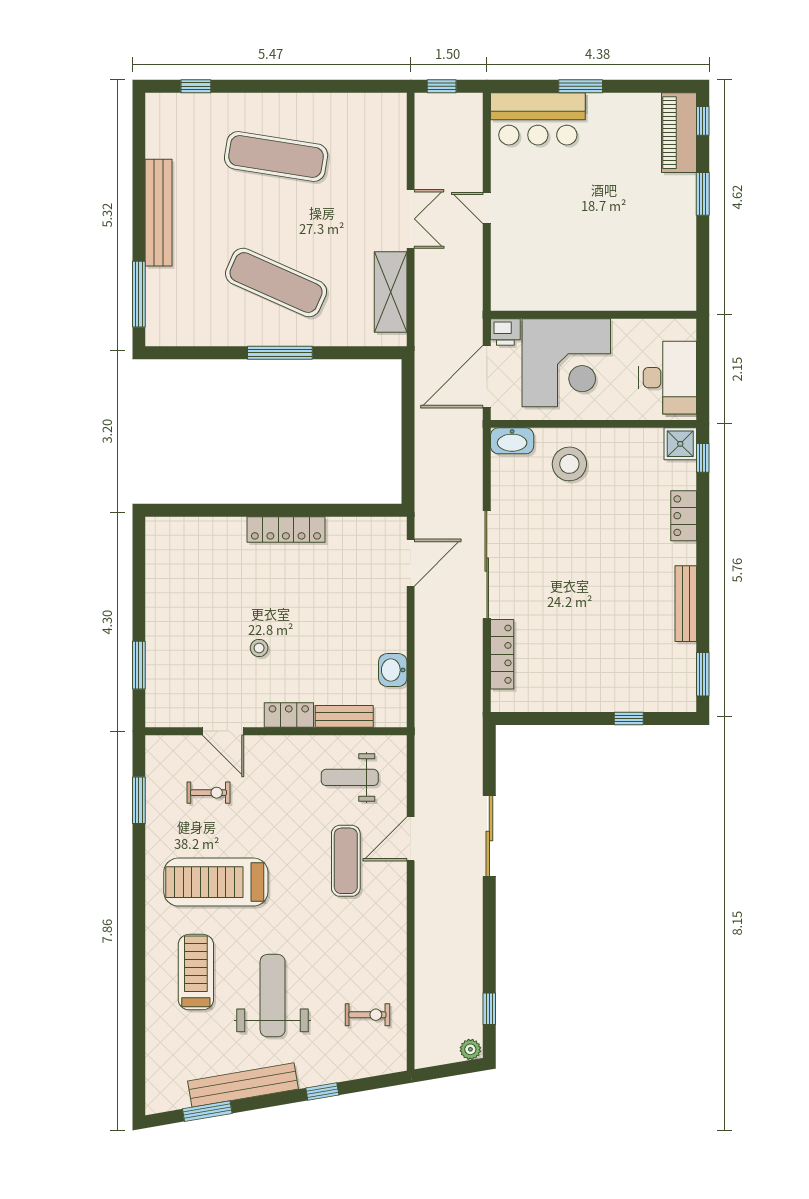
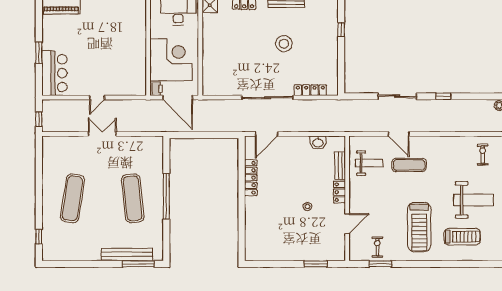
bench: (159, 213) -> (127, 254), moved
exercise mat: (276, 283) -> (133, 198), turned -30
shelving: (391, 292) -> (137, 144), removed
window: (280, 353) -> (166, 196), width x1.46
washbasin: (512, 441) -> (208, 85), removed
stool: (569, 464) -> (284, 44), moved
locker: (286, 530) -> (251, 178), moved
door: (411, 563) -> (267, 134), swing flipped
weight bench: (350, 777) -> (369, 163), turned -90
exercise bike: (208, 793) -> (377, 247), moved
treadmill: (196, 972) -> (462, 237), turned 180
weight bench: (273, 996) -> (474, 200), turned 180
window: (489, 1009) -> (443, 96), moved

